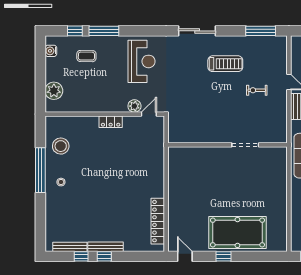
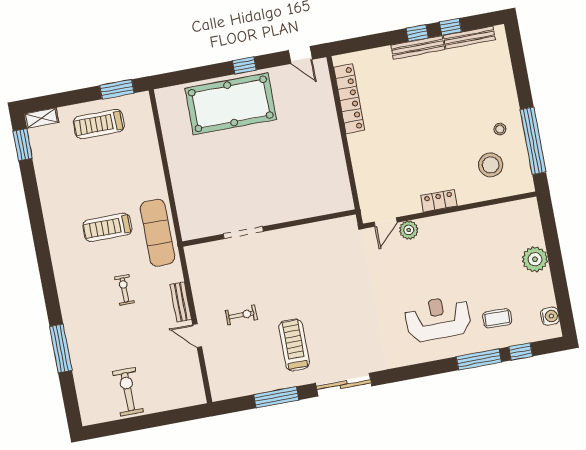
window: (261, 31) -> (276, 397), moved
reception desk: (142, 61) -> (438, 319), moved, turned 90
treadmill: (225, 64) -> (294, 345), turned 90
plant: (134, 106) -> (409, 230), moved
wall: (105, 114) -> (450, 210), moved
door: (149, 114) -> (386, 222), moved
locker: (111, 122) -> (439, 201), moved
stool: (61, 146) -> (491, 165), moved

